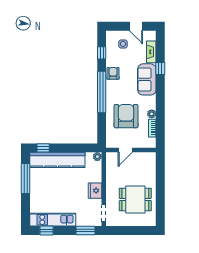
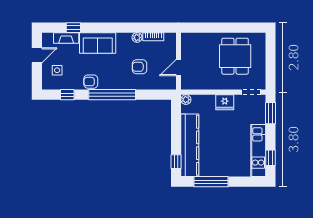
window: (160, 68) -> (73, 28), moved
armchair: (126, 116) -> (140, 67), width x0.53, depth x0.53
door: (125, 150) -> (179, 68), swing flipped

